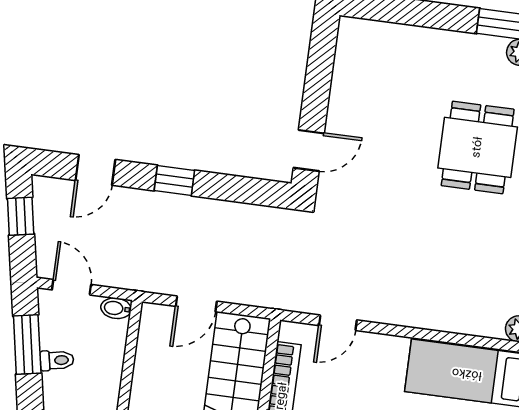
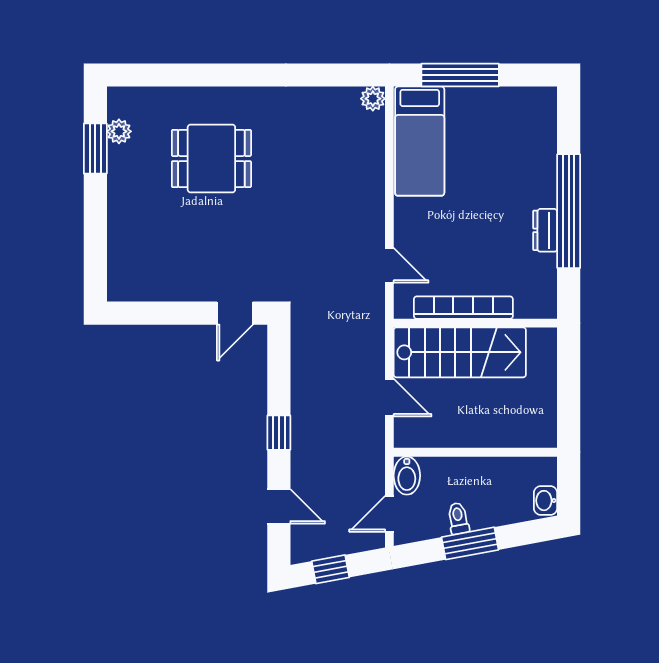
door: (309, 150) -> (235, 313), swing flipped
bidet: (116, 308) -> (407, 476), width x1.38, depth x1.36
window: (27, 345) -> (470, 543), moved

